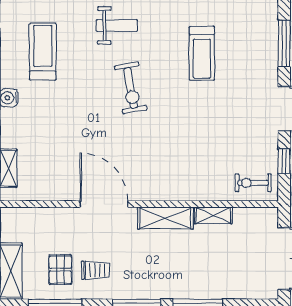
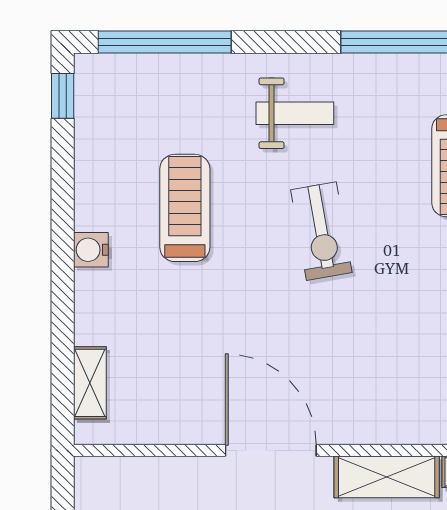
treadmill: (43, 52) -> (185, 208), moved

